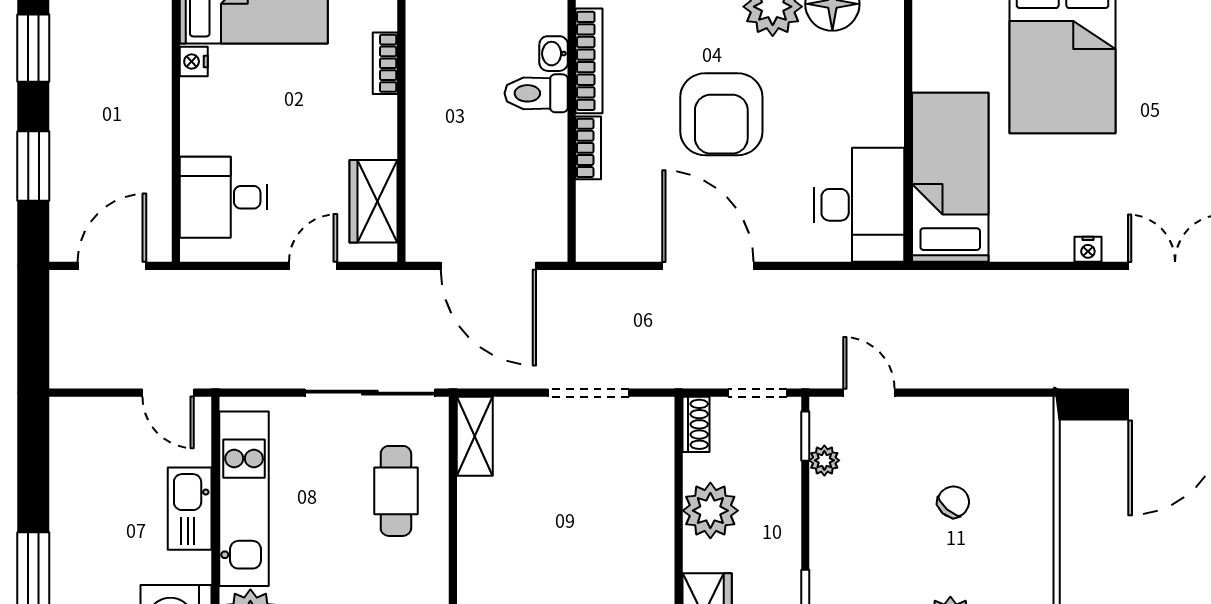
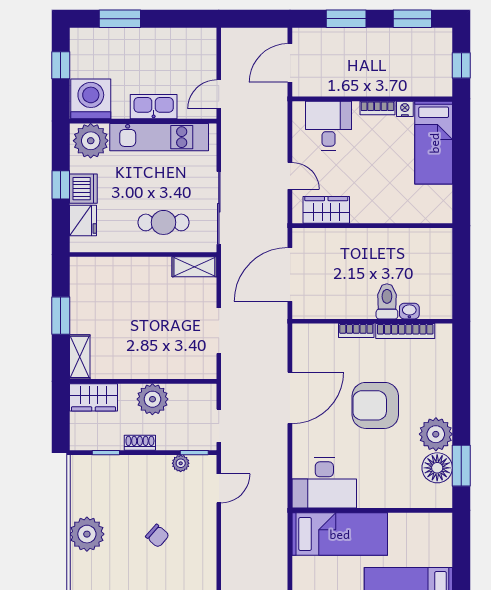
bookcase: (385, 63) -> (377, 108), moved, turned 180
door: (112, 266) -> (290, 63), swing flipped
shoe rack: (696, 424) -> (140, 443), moved, turned 180

